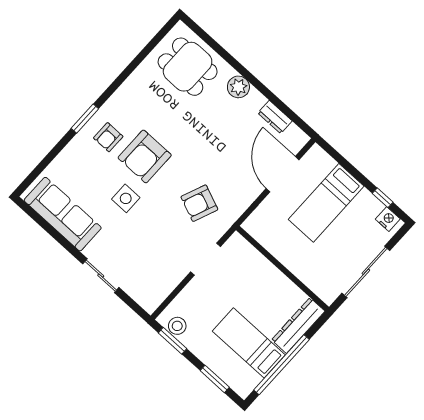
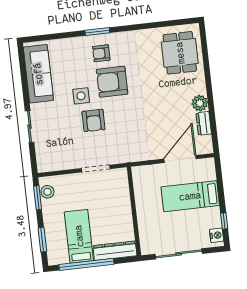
plant: (238, 87) -> (200, 103), moved
armchair: (199, 203) -> (94, 120), moved, turned -112

